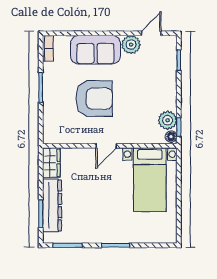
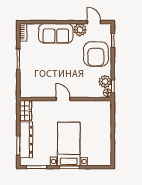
door: (151, 33) -> (94, 22), hinge flipped
armchair: (94, 99) -> (96, 54), moved, turned 90
door: (106, 146) -> (63, 99), swing flipped
bed with nightstands: (150, 180) -> (69, 144), moved, turned 180

